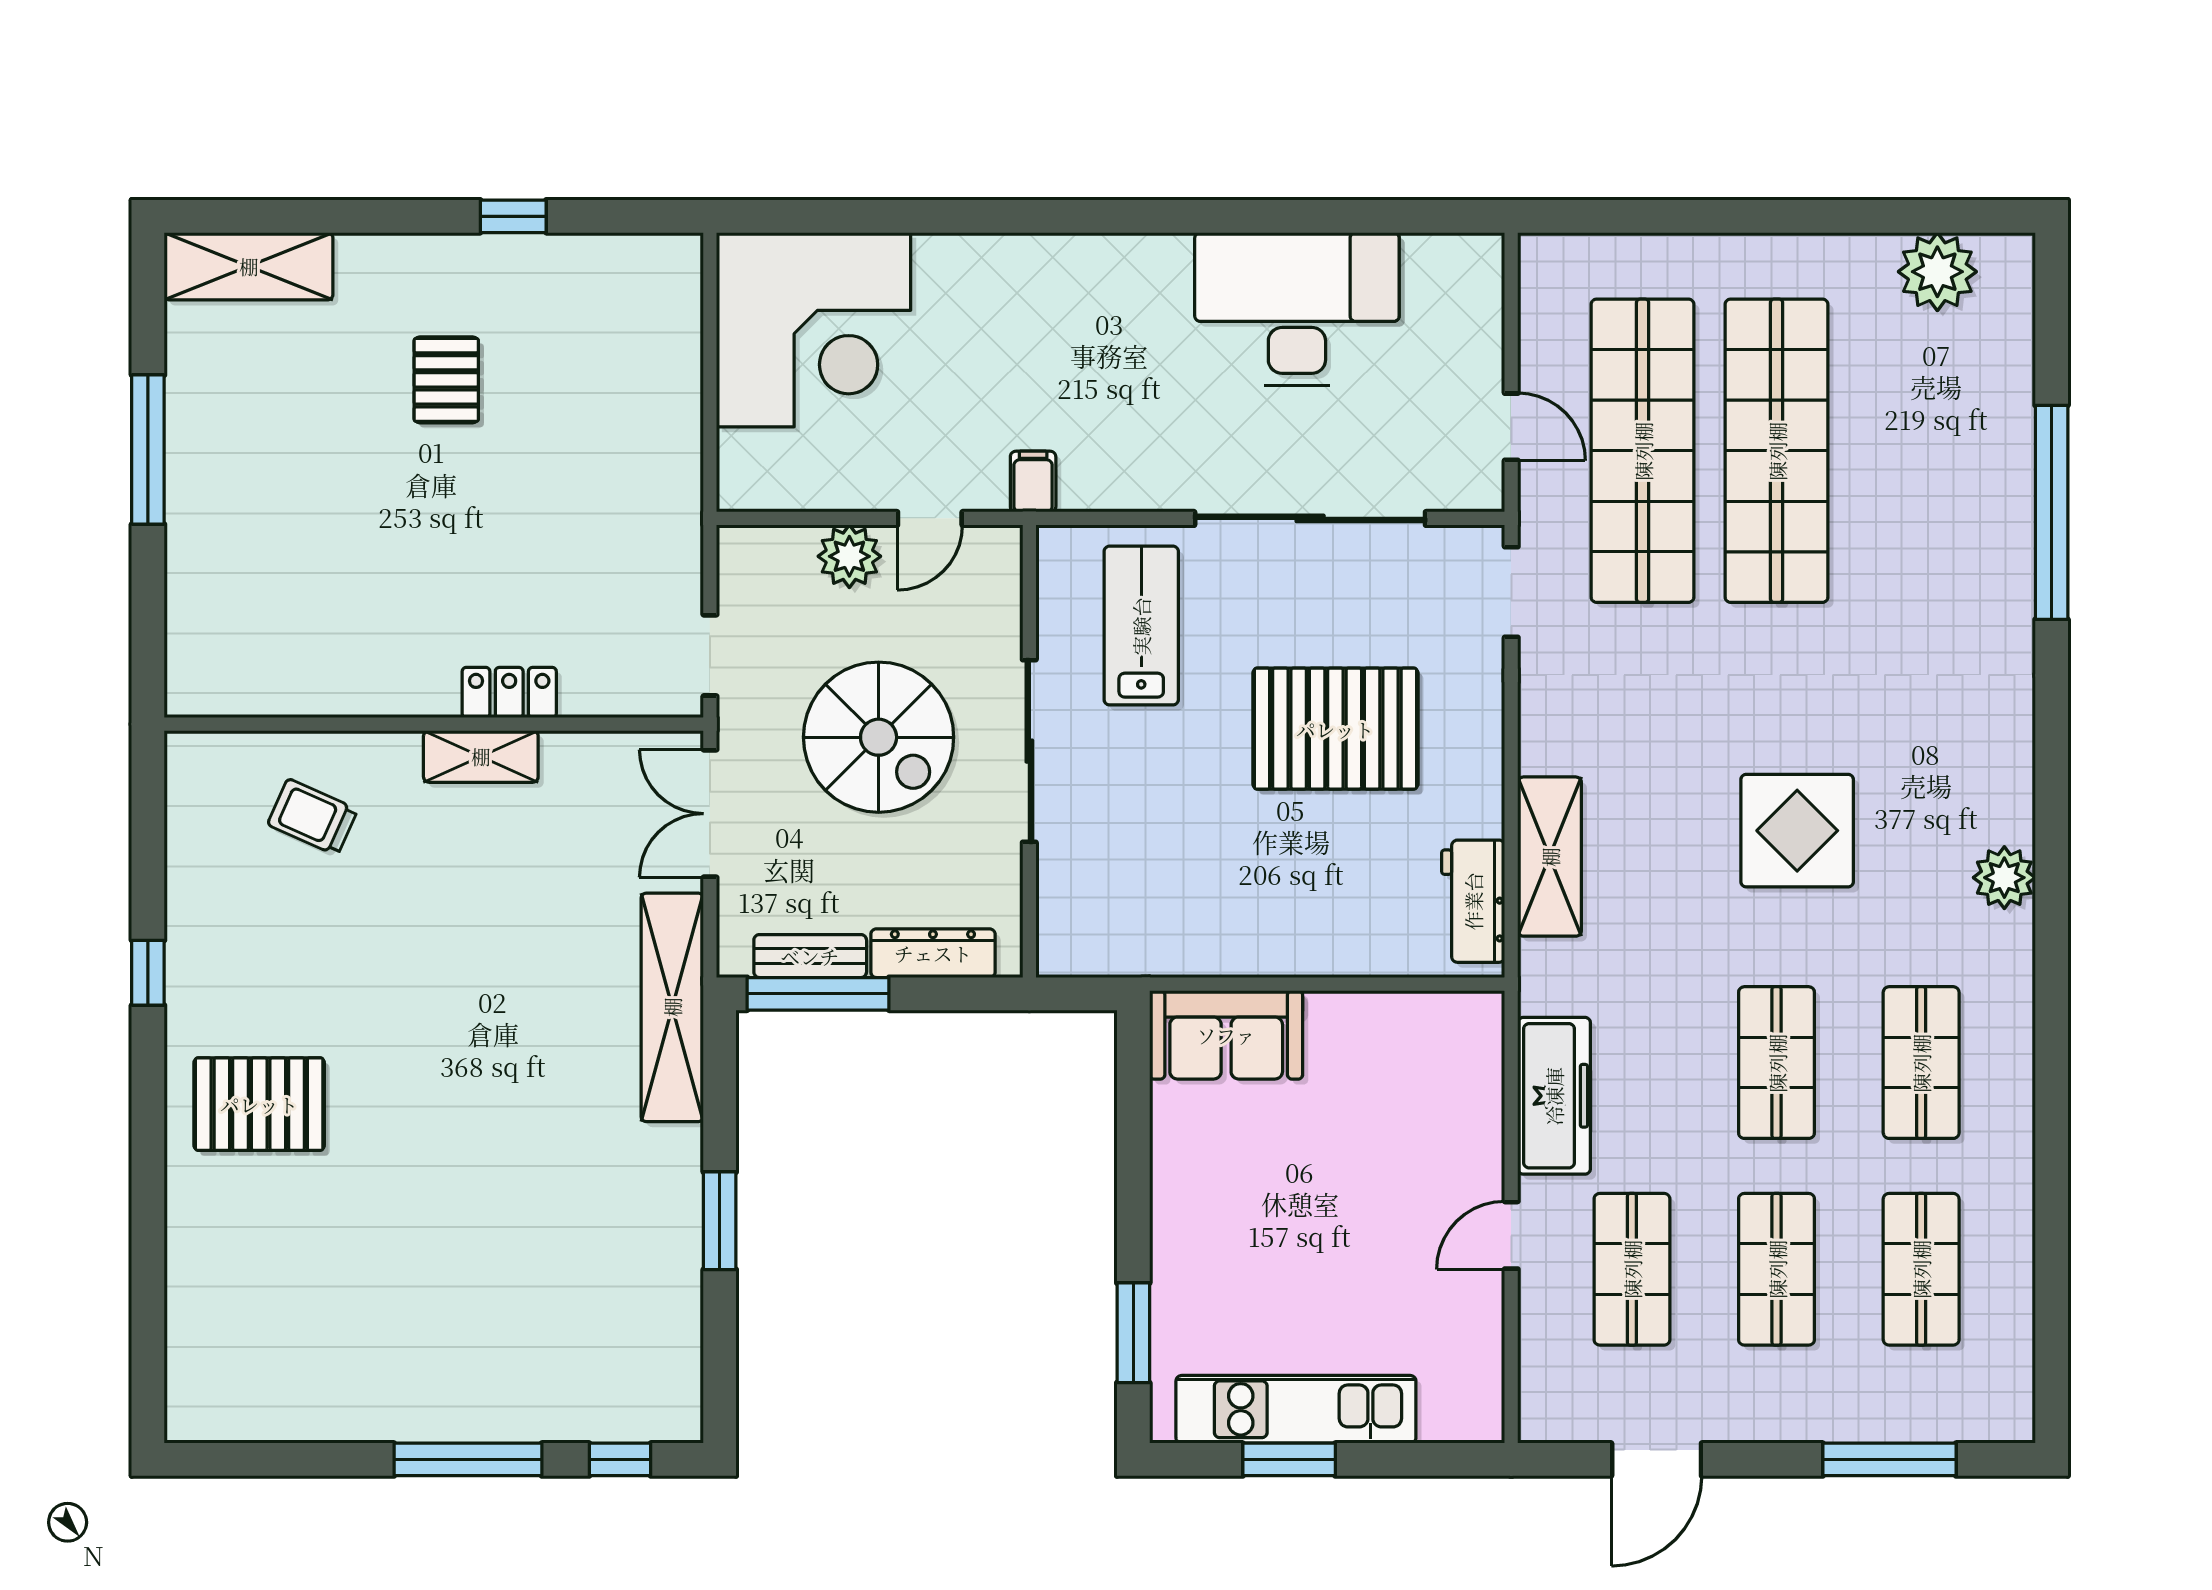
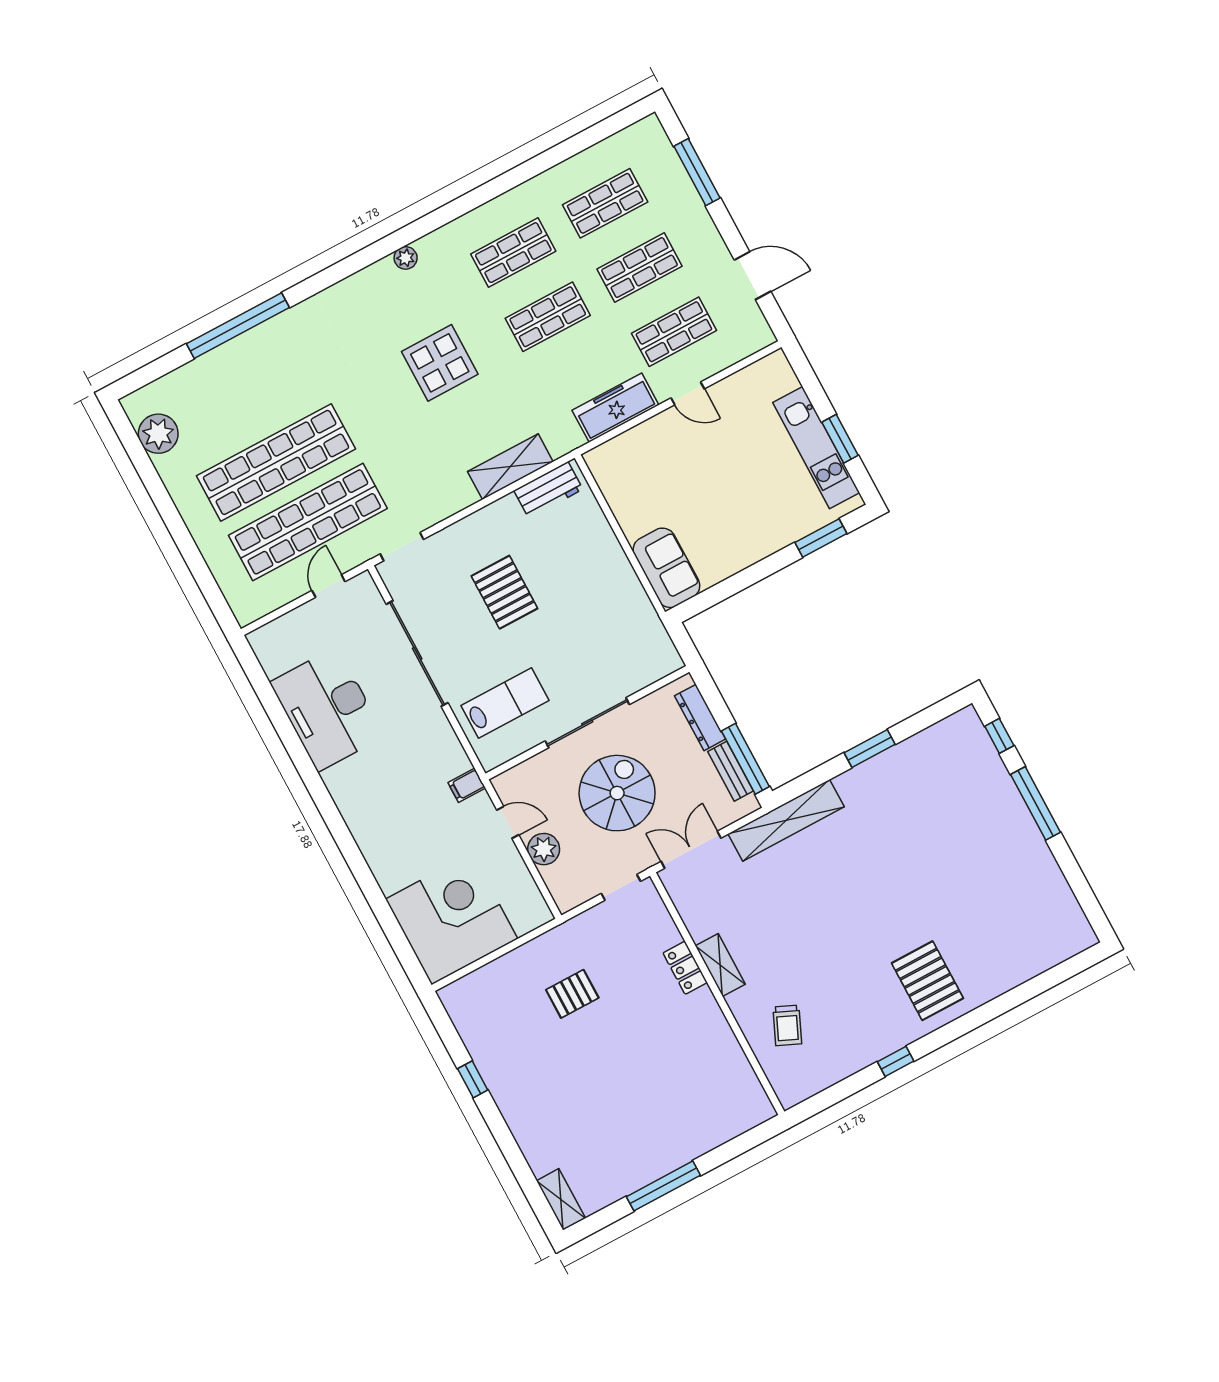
shelving: (249, 266) -> (561, 1199), width x0.67, depth x0.75
pallet: (446, 380) -> (572, 994), moved
lab bench: (1141, 626) -> (505, 703), turned 180
pallet: (1335, 729) -> (504, 592), width x0.73, depth x0.71
double door: (710, 814) -> (691, 850), swing flipped
plant: (2004, 878) -> (406, 258), width x0.73, depth x0.73

